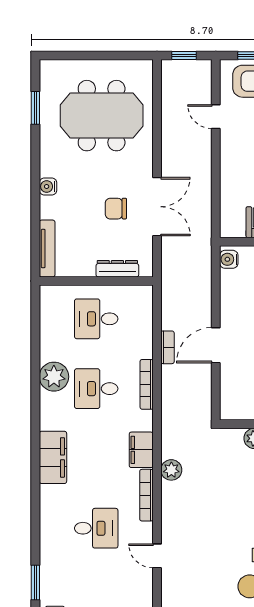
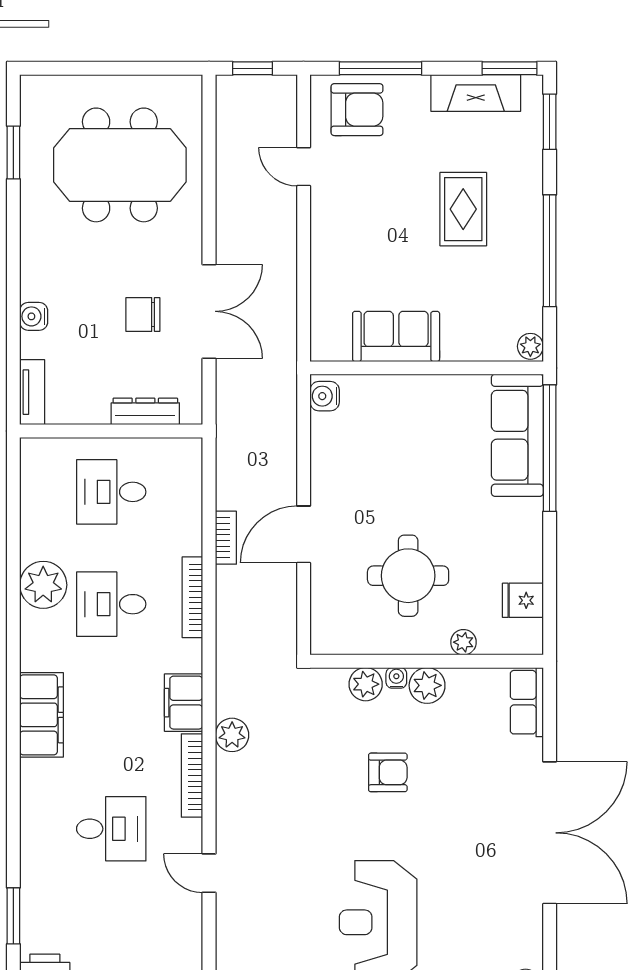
water cooler: (48, 187) -> (34, 316), moved
tv unit: (47, 249) -> (32, 392), width x0.71

